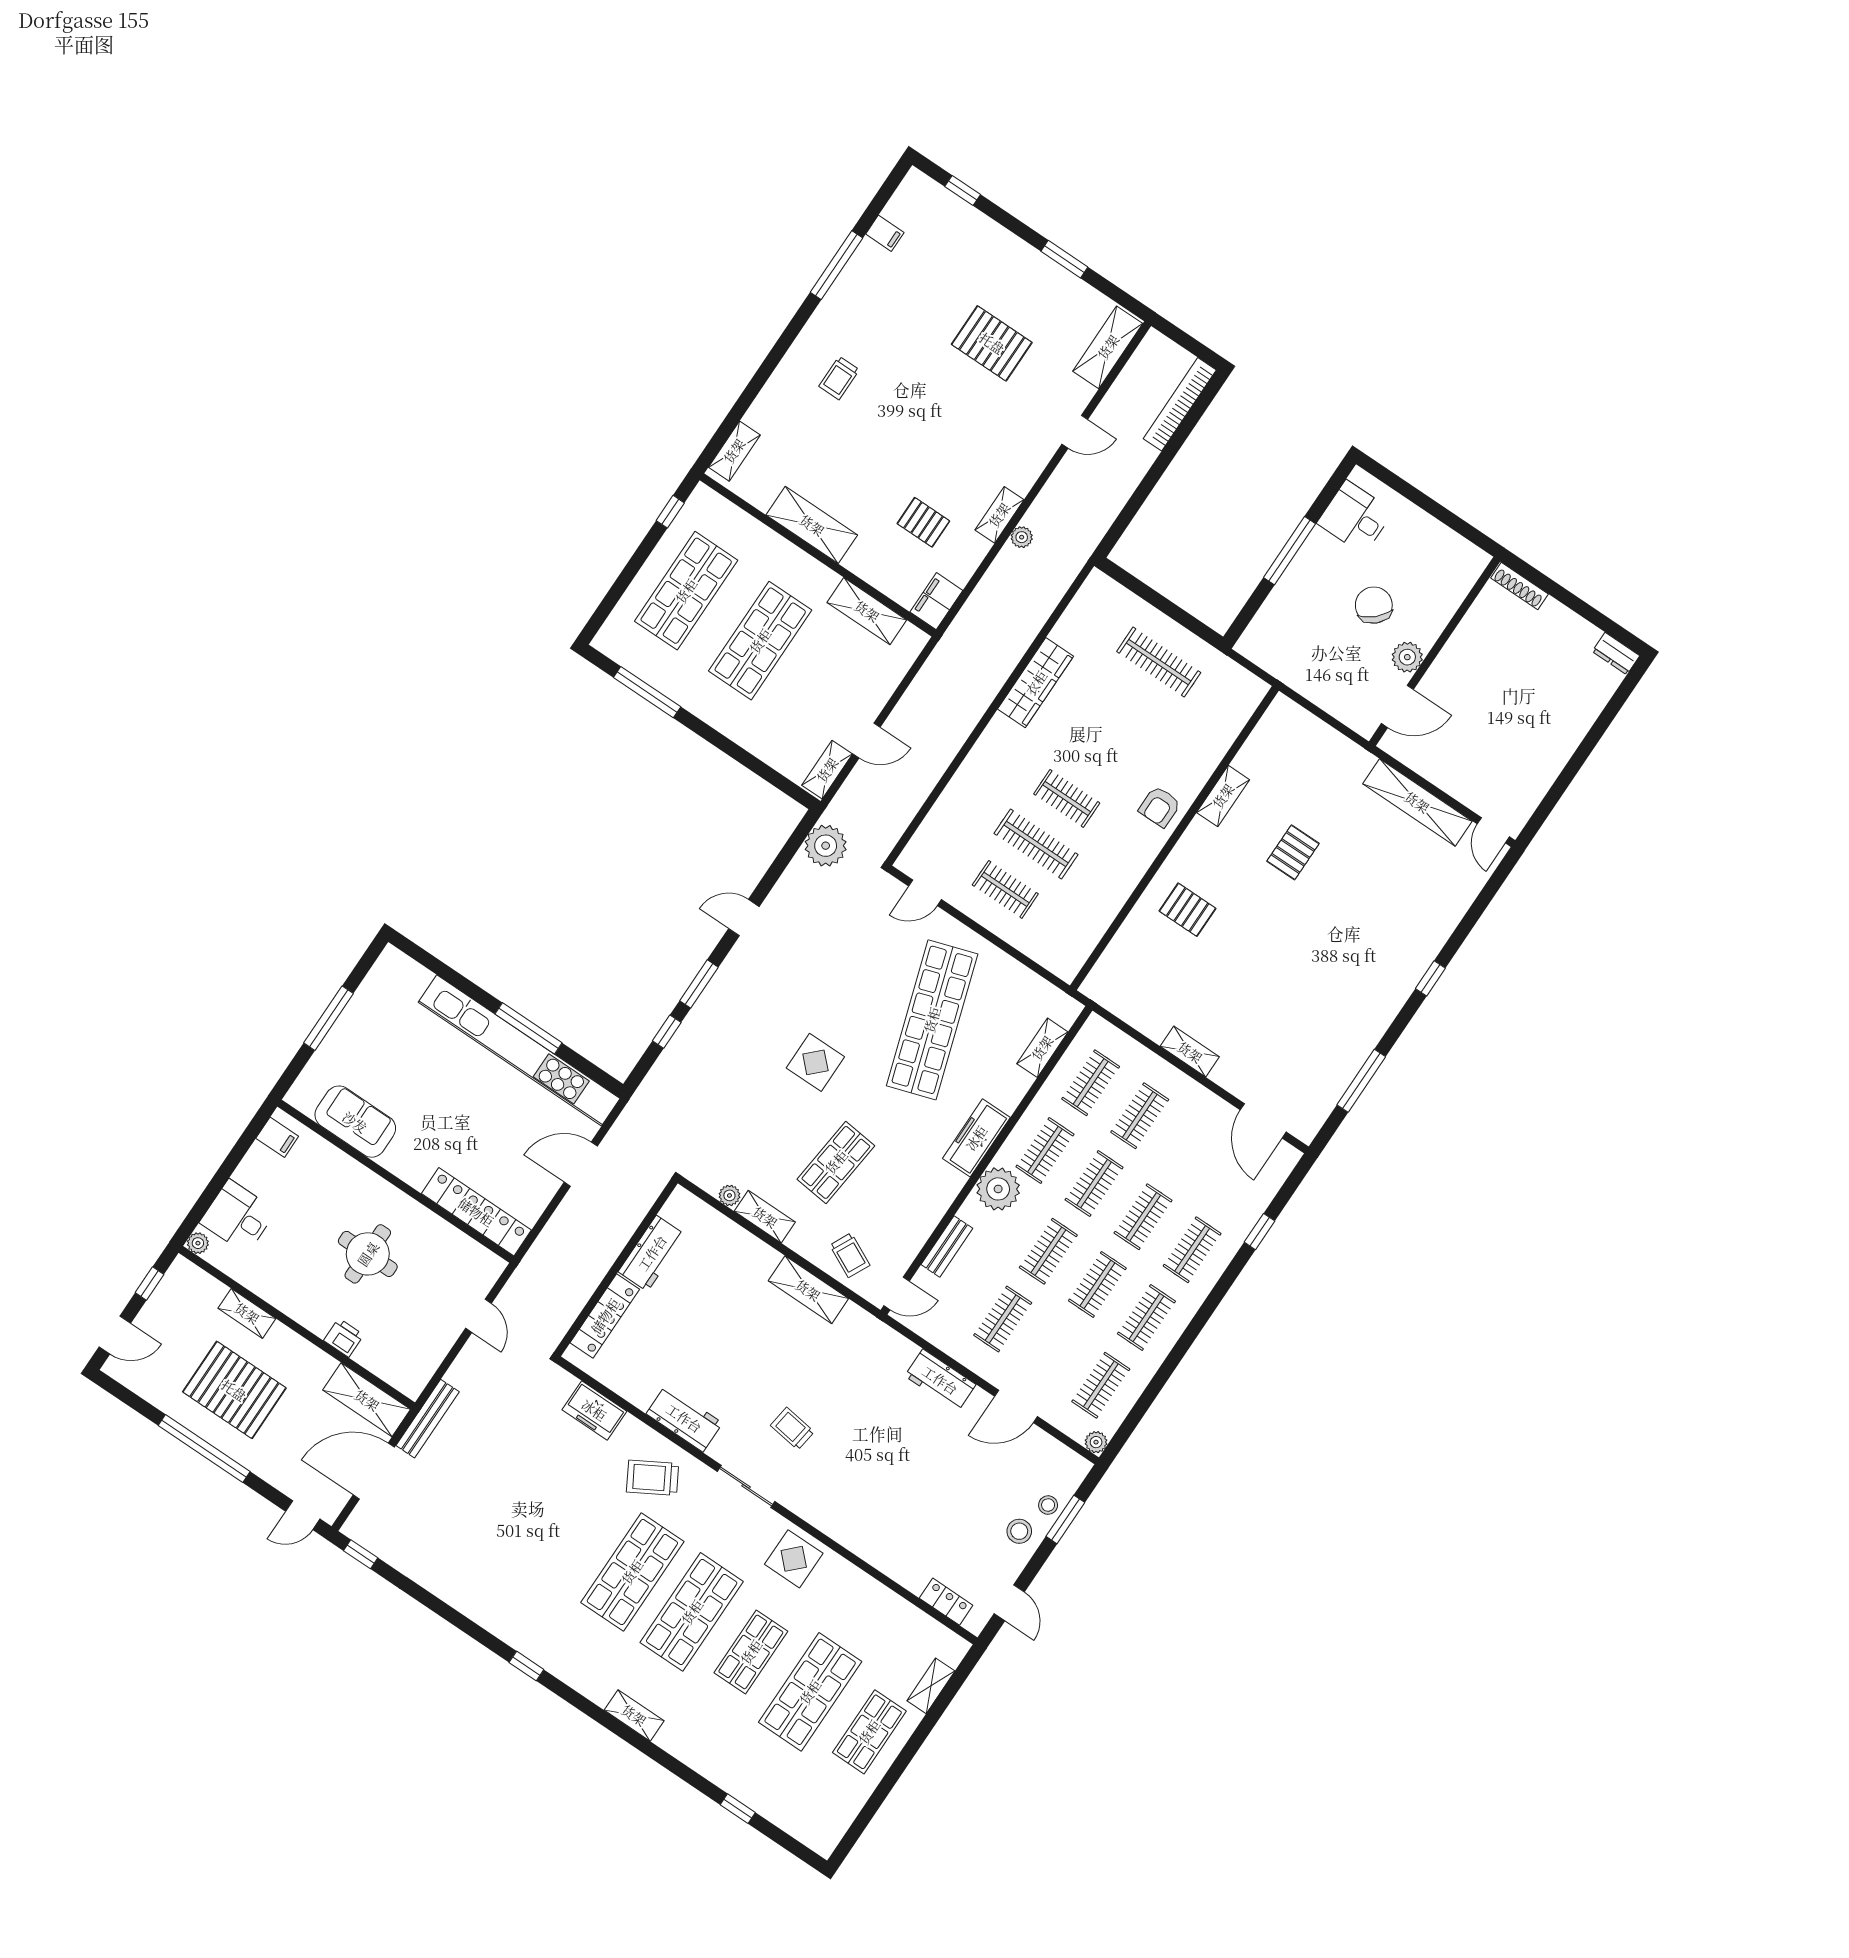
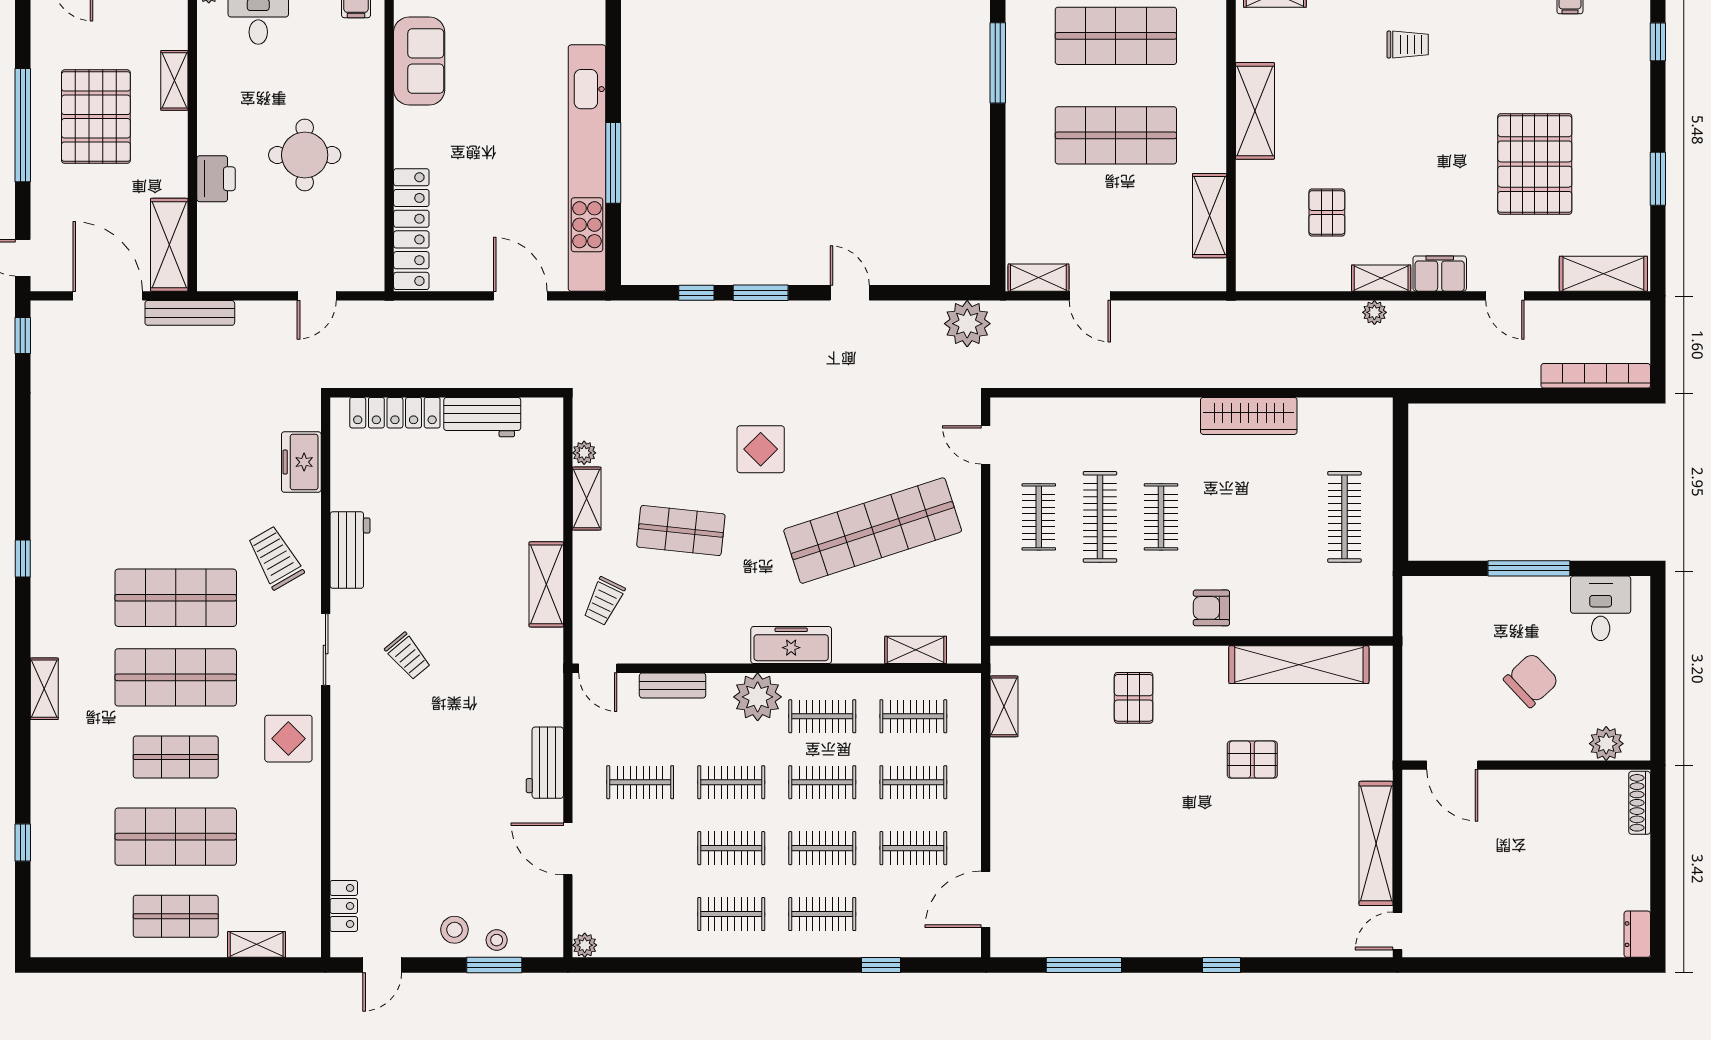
pallet: (992, 343) -> (1535, 164), width x1.37, depth x1.41
trolley: (839, 378) -> (1408, 45), turned 180
filing cabinet: (936, 601) -> (1440, 274), moved
plant: (1407, 657) -> (1606, 744), moved
shelving: (1223, 796) -> (1299, 665), width x2.20, depth x1.33
shelving: (1190, 1052) -> (1004, 706), moved
printer: (344, 1338) -> (216, 179), width x1.36, depth x1.24
clothes rail: (1101, 1385) -> (913, 848), moved
trolley: (792, 1429) -> (408, 656), turned 132

